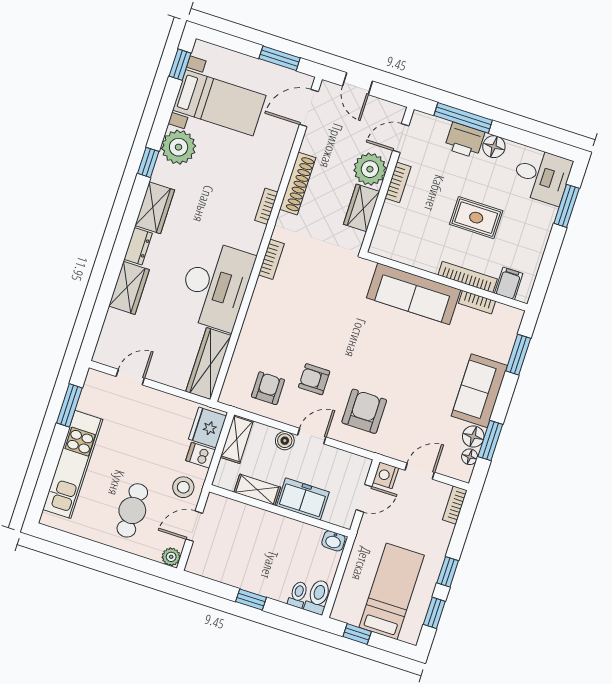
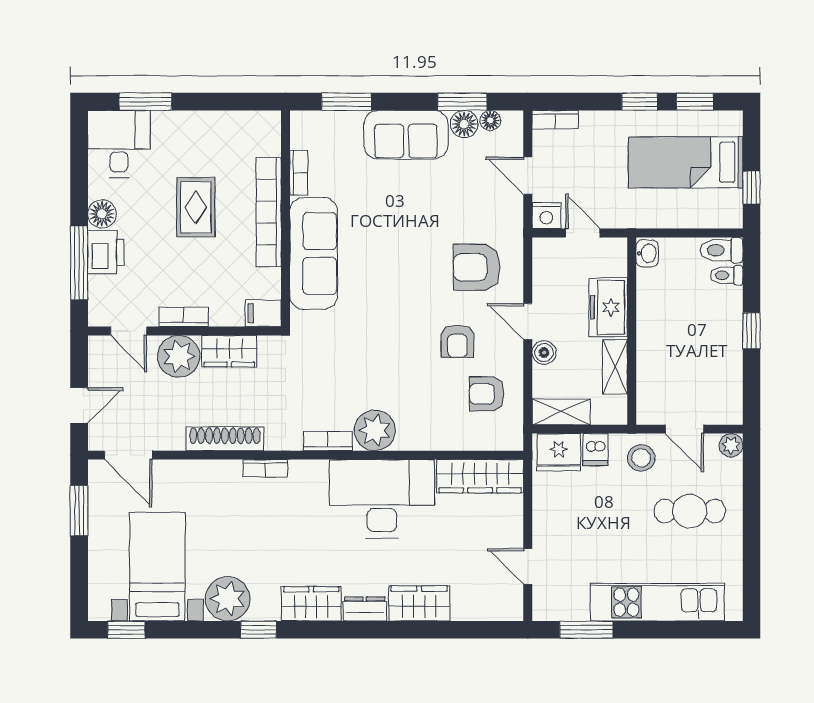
bookcase: (468, 277) -> (269, 212), width x1.48, depth x1.31
filing cabinet: (509, 283) -> (263, 313), moved
plant: (268, 297) -> (375, 430), added

